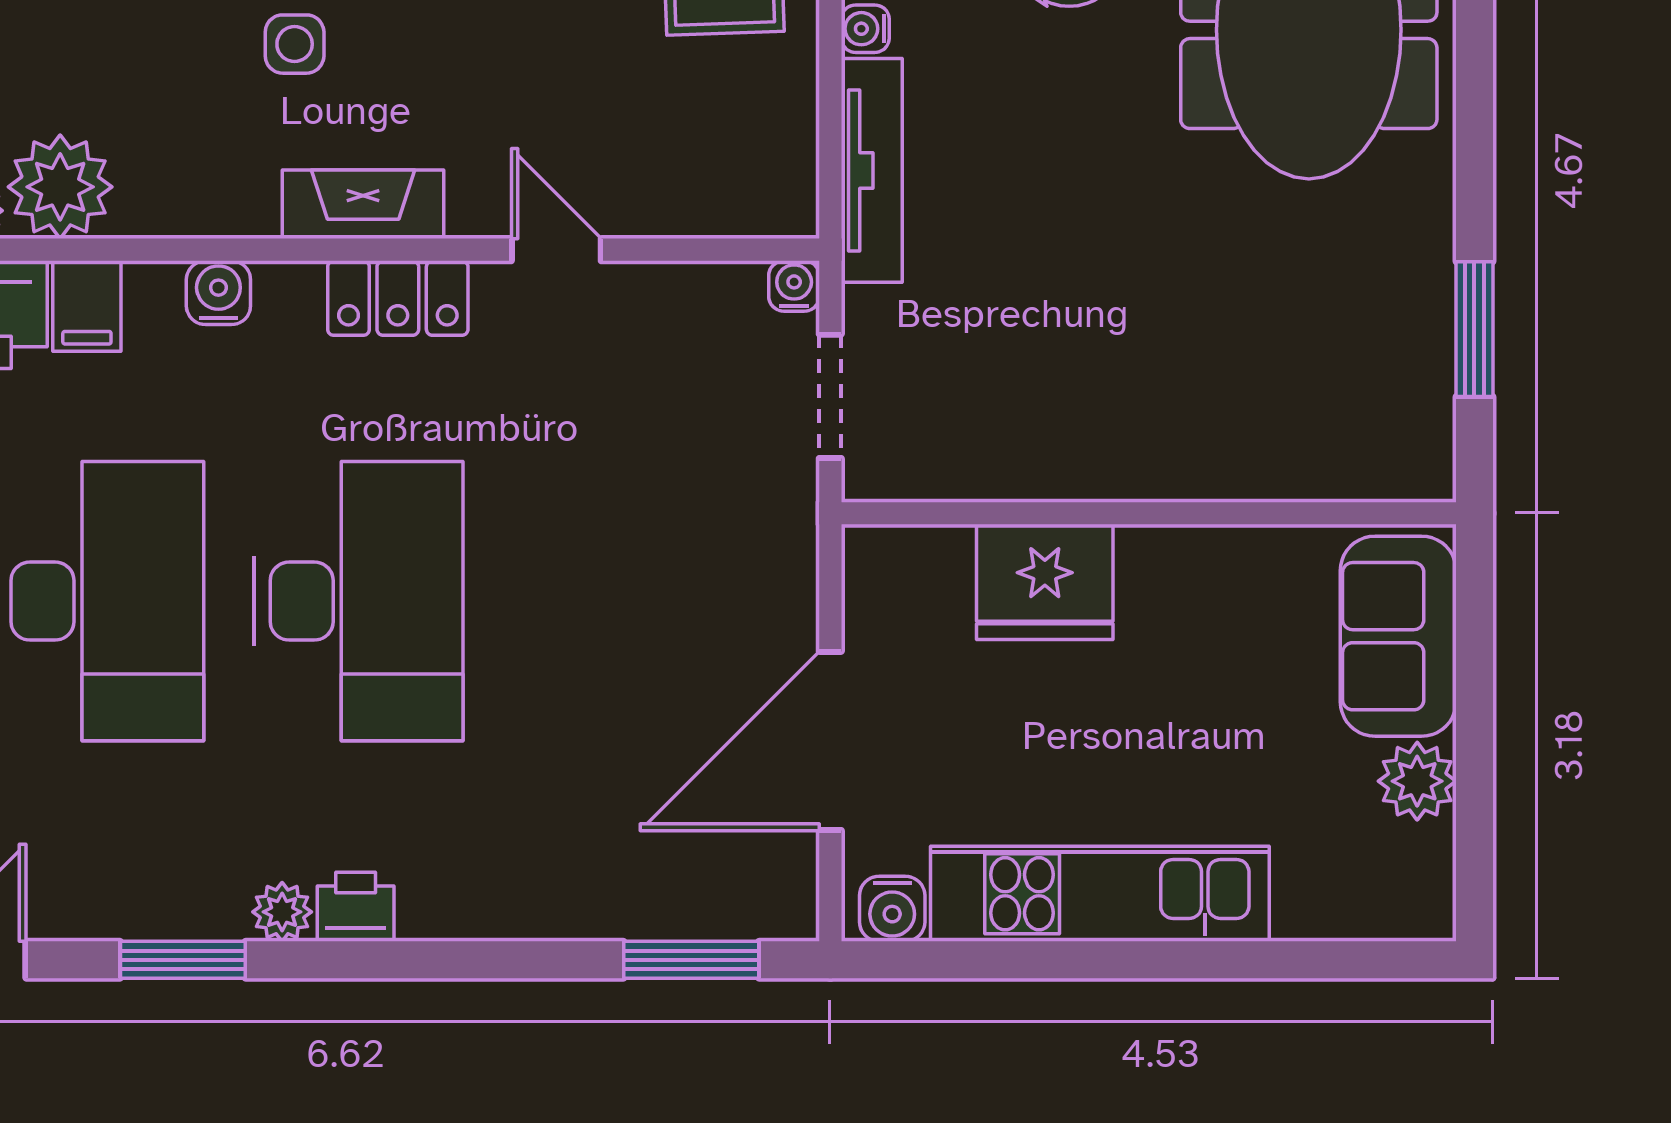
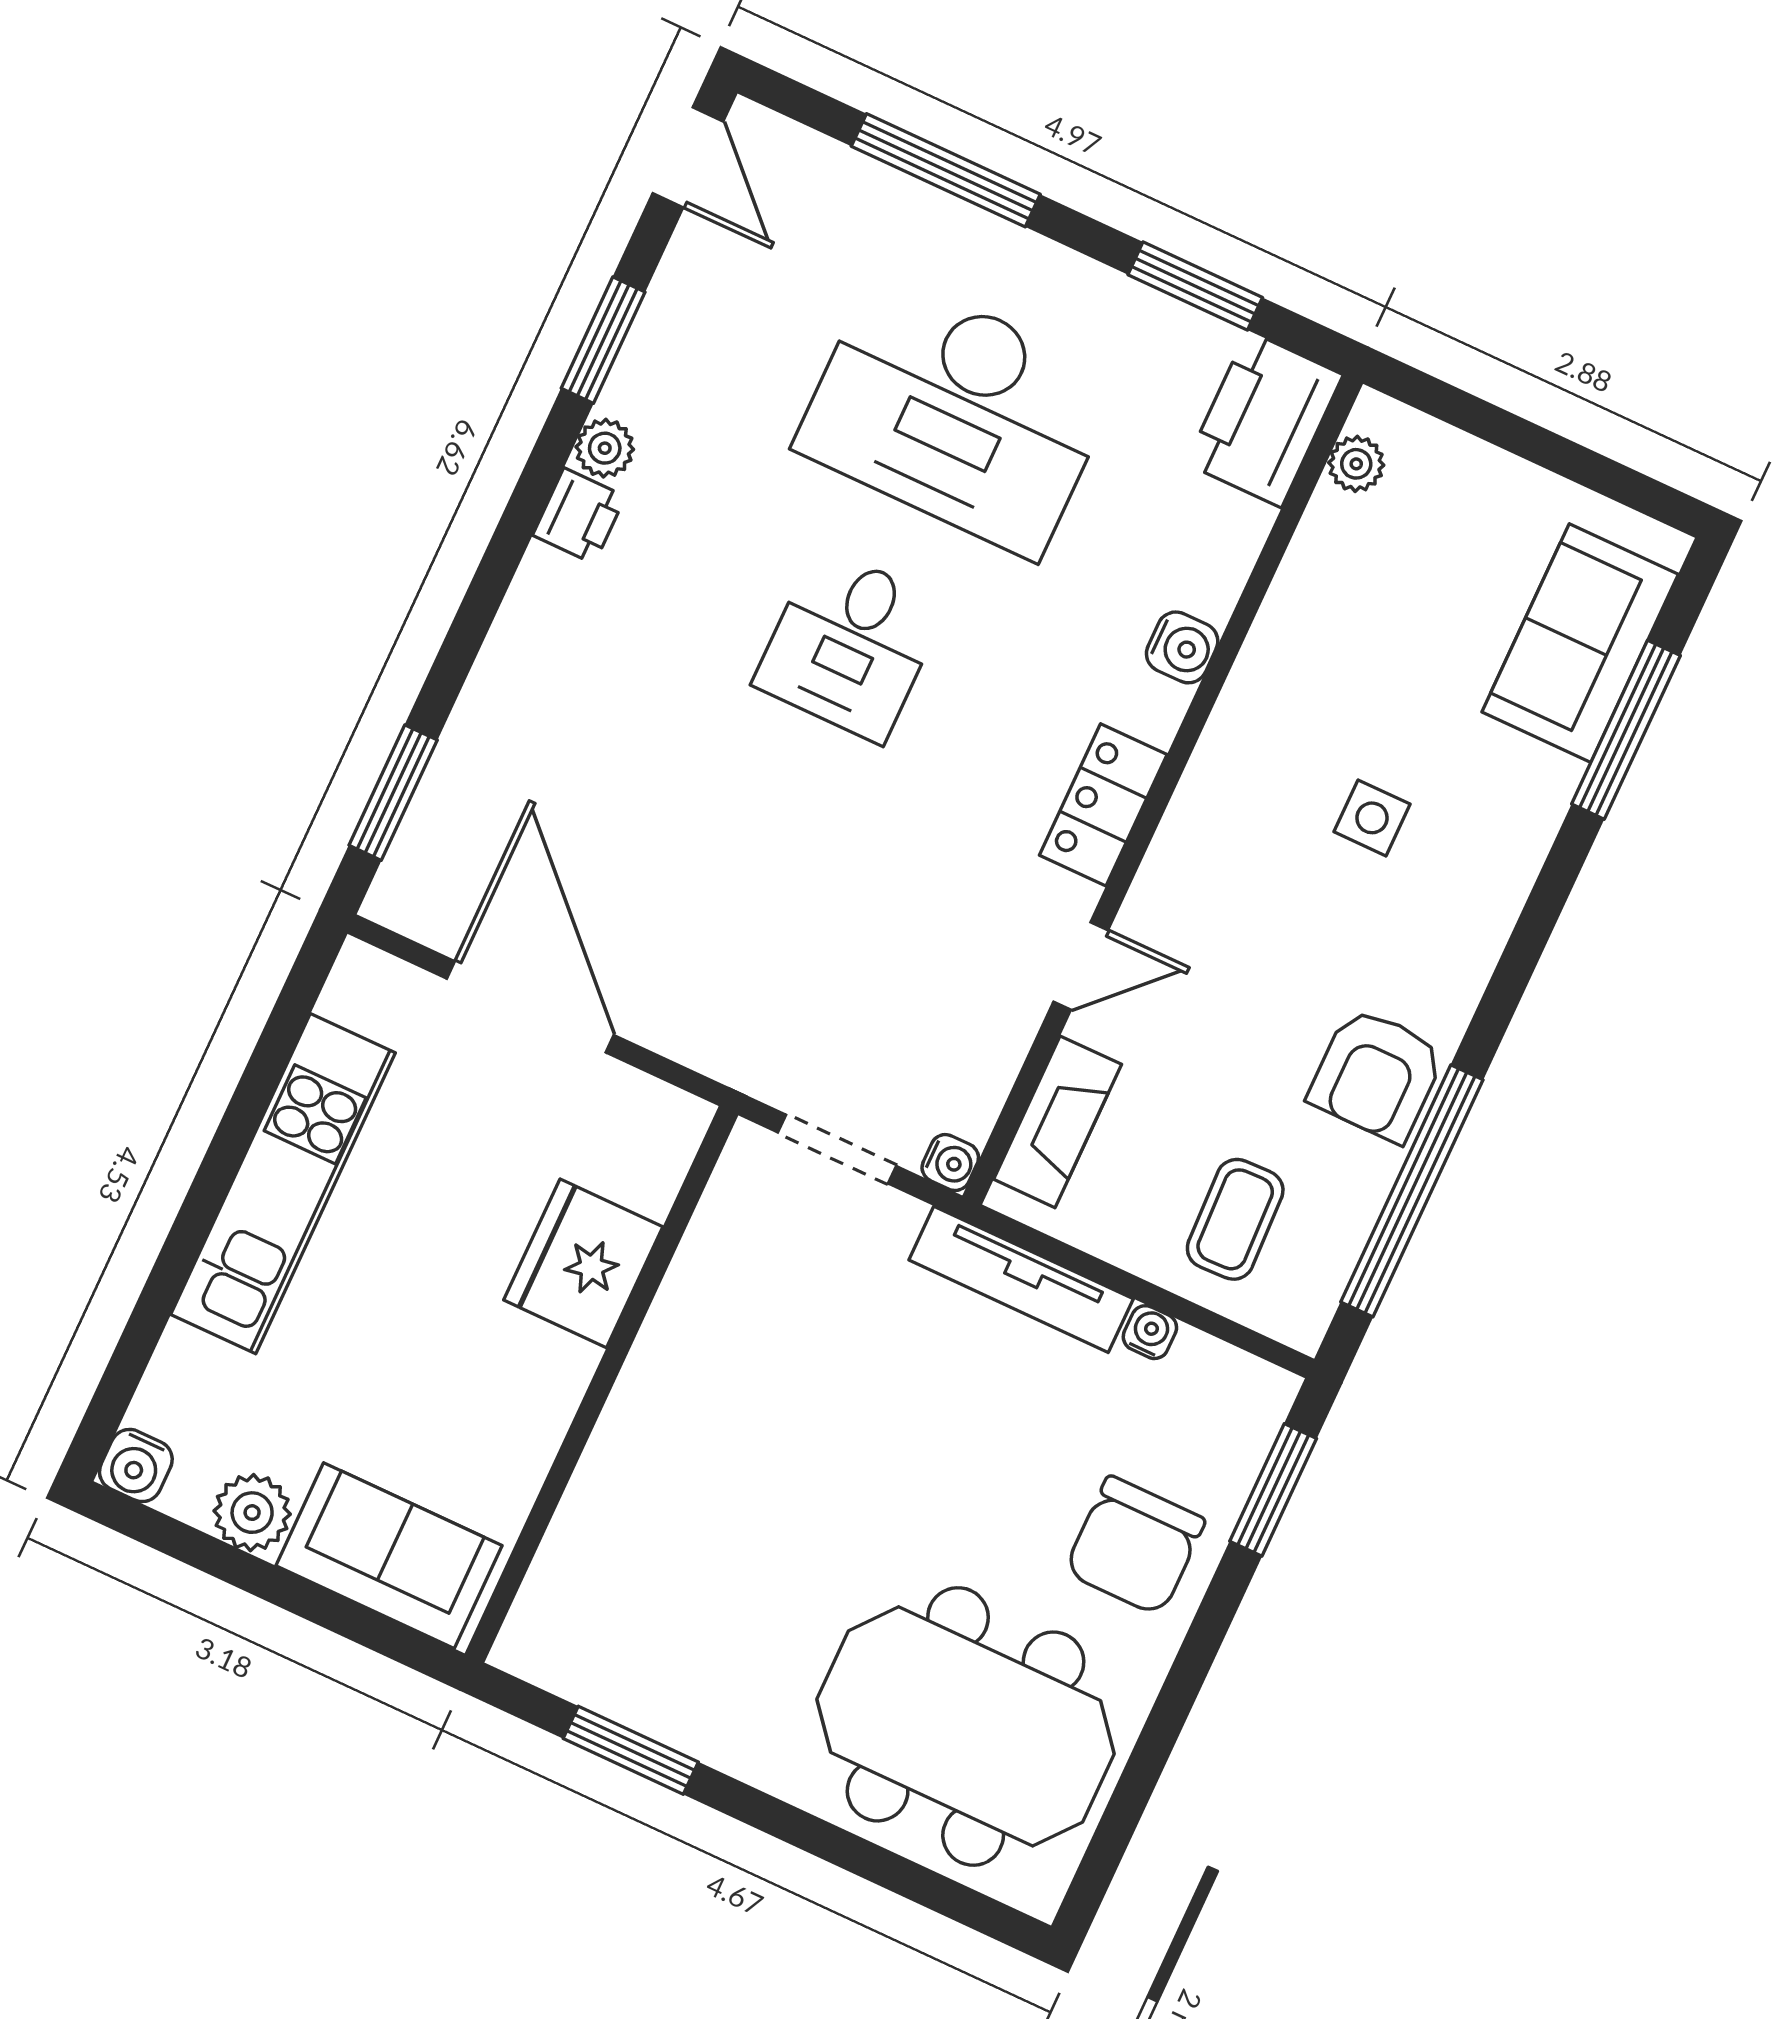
plant: (60, 187) -> (1342, 550), removed
fireplace: (363, 204) -> (1058, 1122), moved
filing cabinet: (87, 306) -> (1225, 525), removed
desk: (358, 601) -> (850, 644), width x0.53, depth x0.77
water cooler: (892, 909) -> (136, 1465), moved, turned -90

